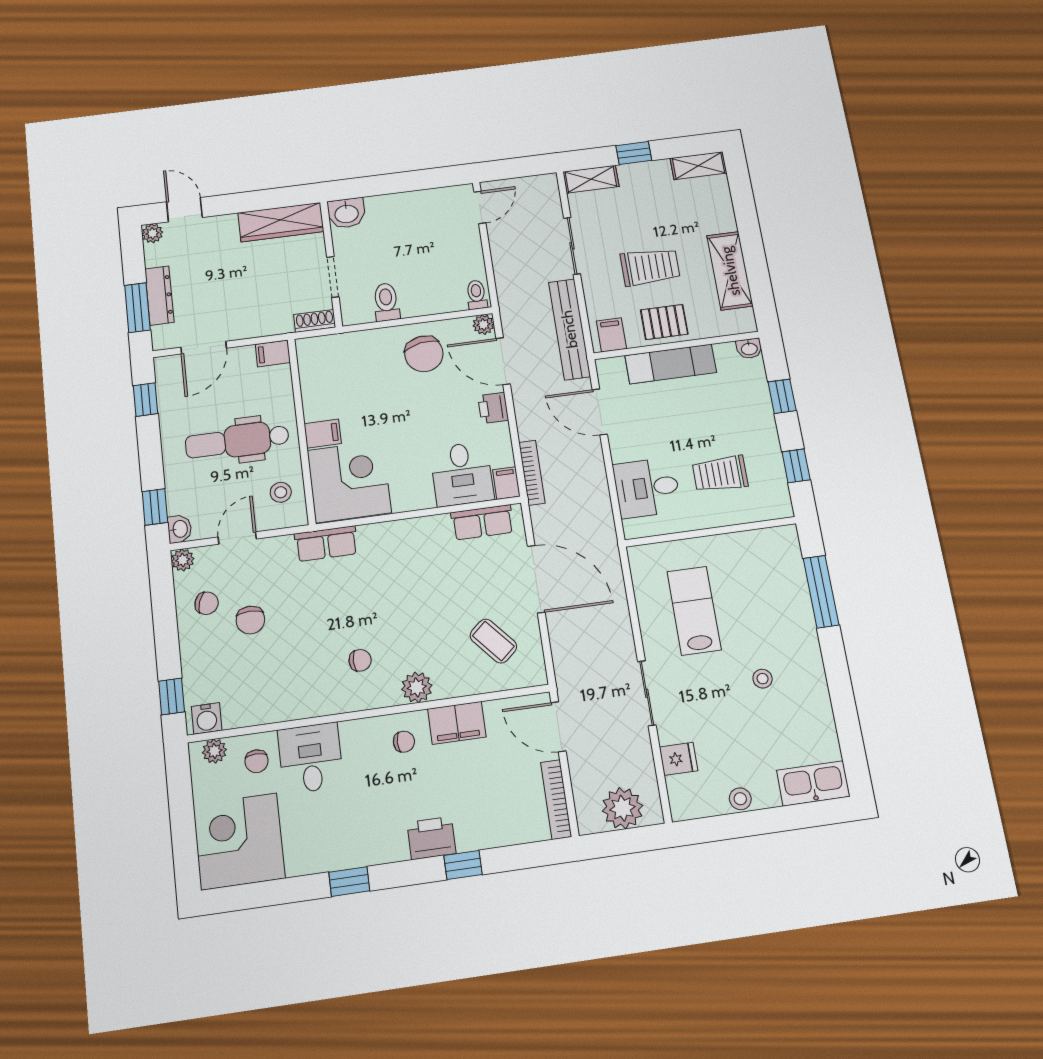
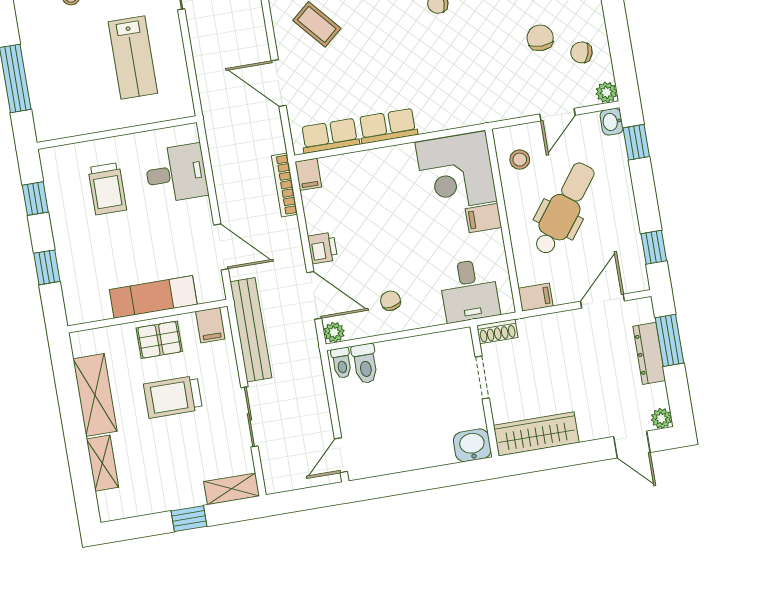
shelving: (698, 166) -> (102, 463), moved, turned 90
toilet: (386, 302) -> (365, 364), moved
washbasin: (749, 348) -> (77, 315), removed
chair: (424, 354) -> (390, 301), width x0.54, depth x0.54
dental chair: (237, 441) -> (564, 209), turned -53
desk: (462, 474) -> (469, 291), moved, turned 180
trolley: (720, 474) -> (107, 189), turned 90
row of seats: (326, 544) -> (388, 126), moved
door: (536, 579) -> (279, 83), width x0.73

